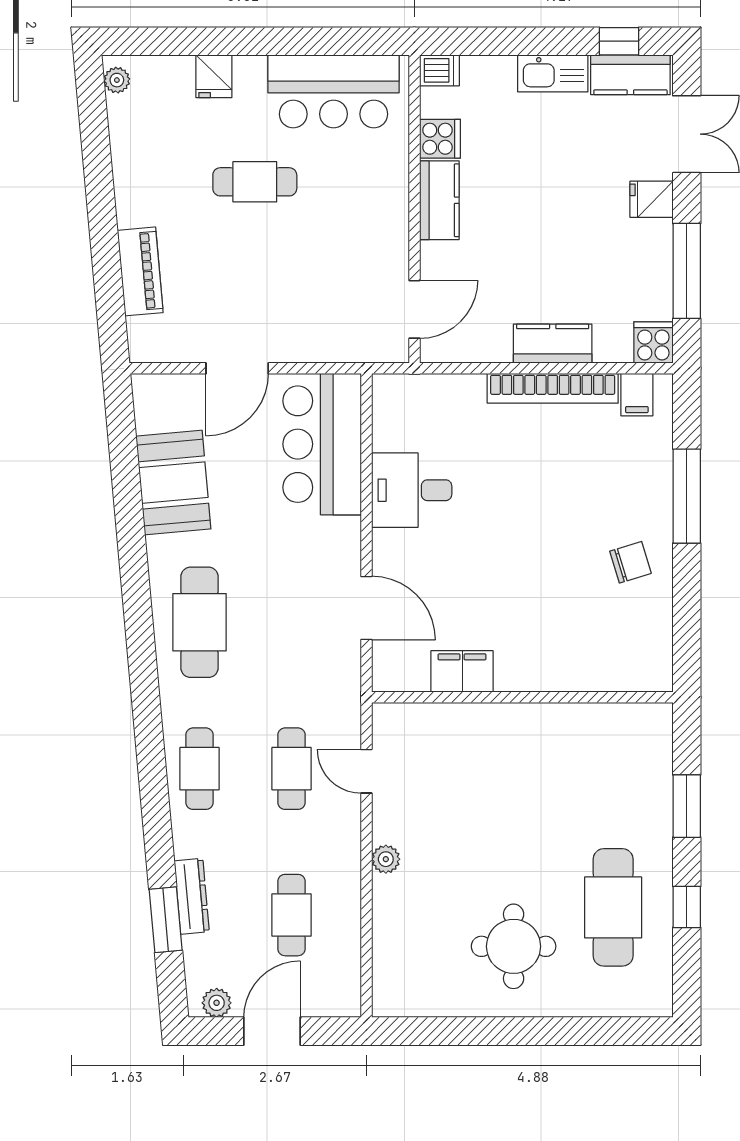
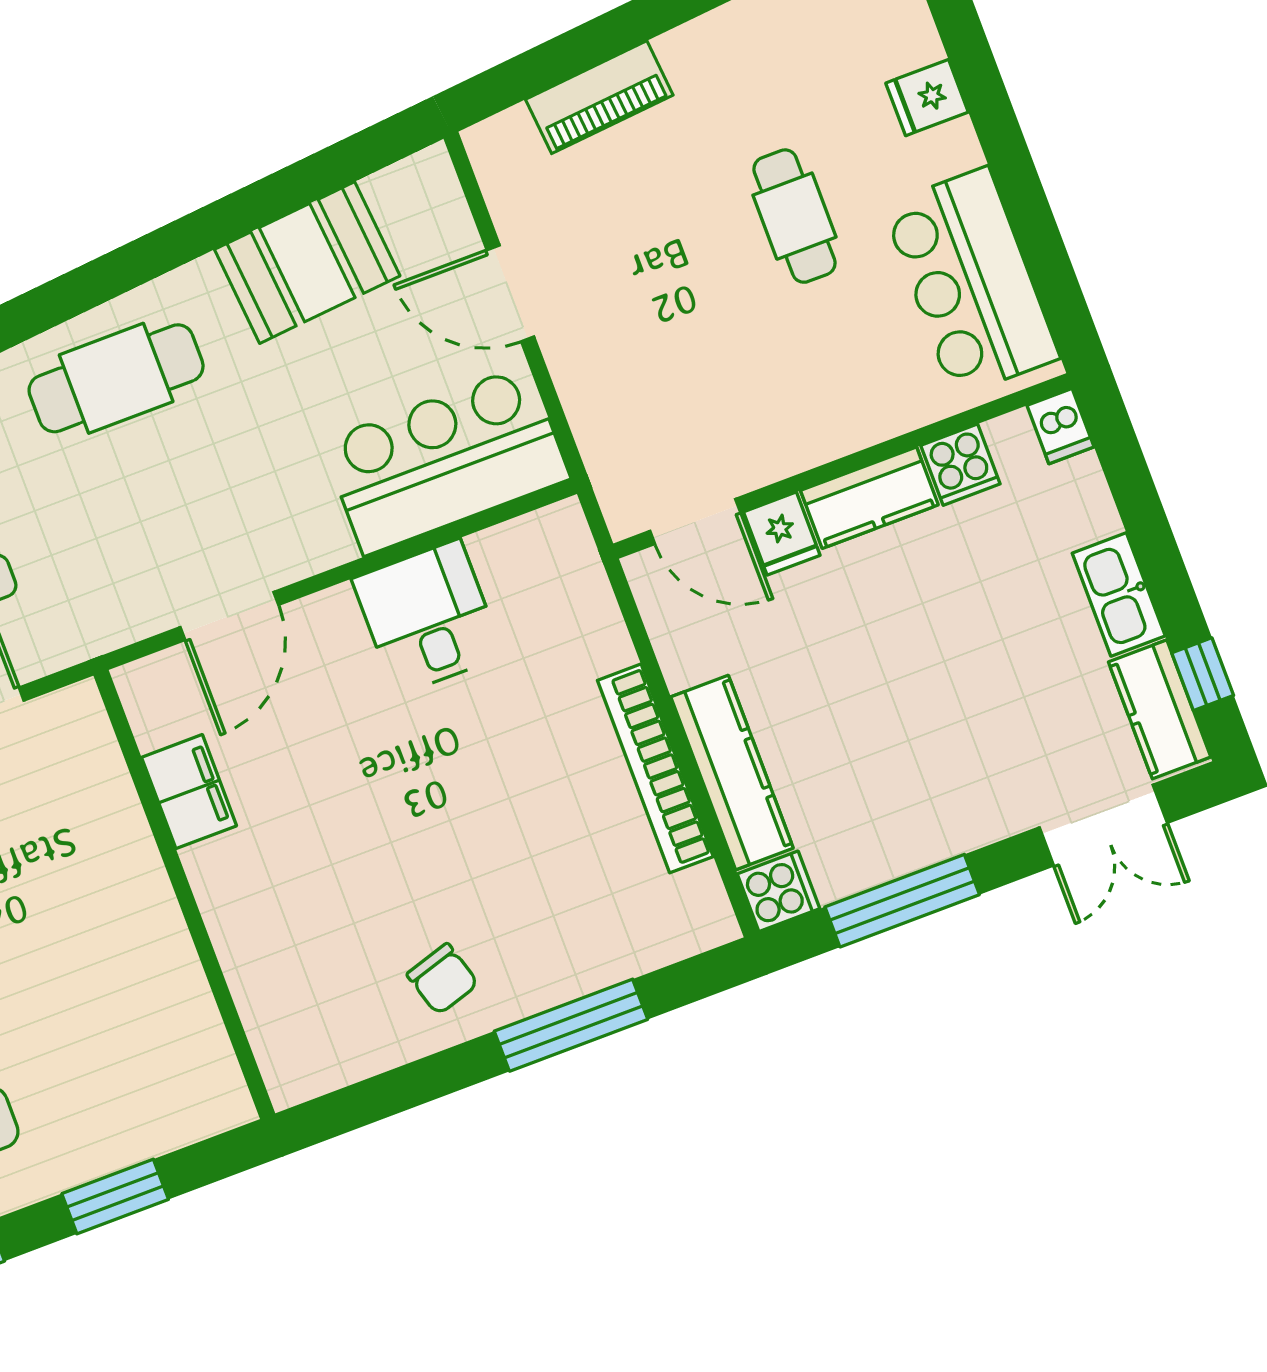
fridge: (652, 199) -> (782, 534), moved, turned 180
kitchen counter: (553, 344) -> (732, 772), width x1.50
filing cabinet: (637, 395) -> (693, 896), removed

